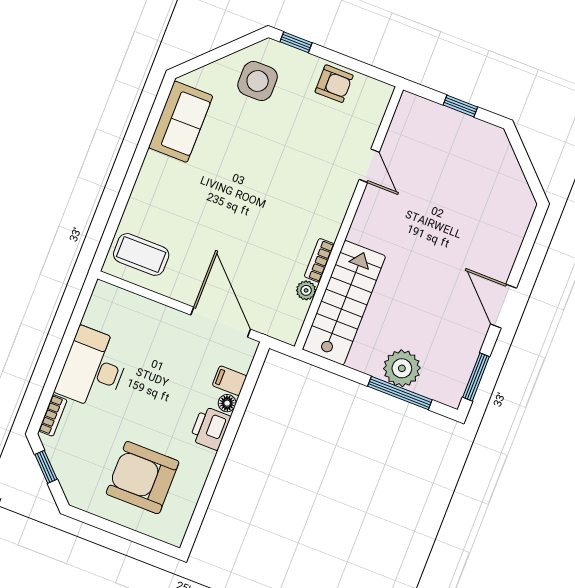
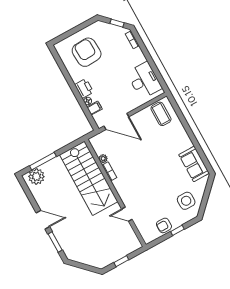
window: (296, 42) -> (177, 230), moved
coffee table: (141, 254) -> (161, 114), turned 90
stairs: (344, 303) -> (89, 178), width x1.36, depth x1.51
desk: (93, 368) -> (144, 80), moved
plant: (402, 368) -> (36, 176), moved
window: (476, 377) -> (55, 242), moved
armchair: (143, 478) -> (87, 52), turned -93

